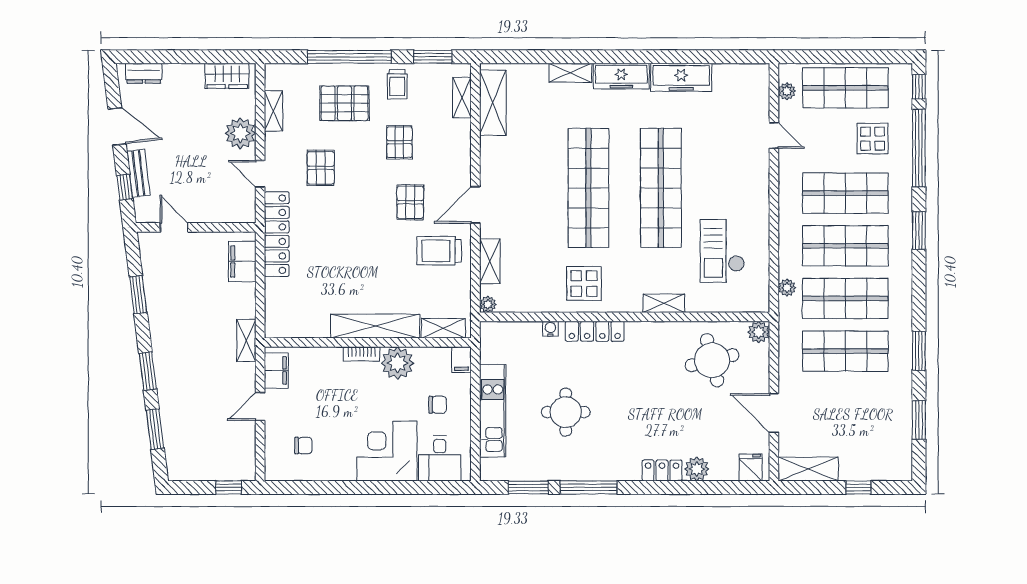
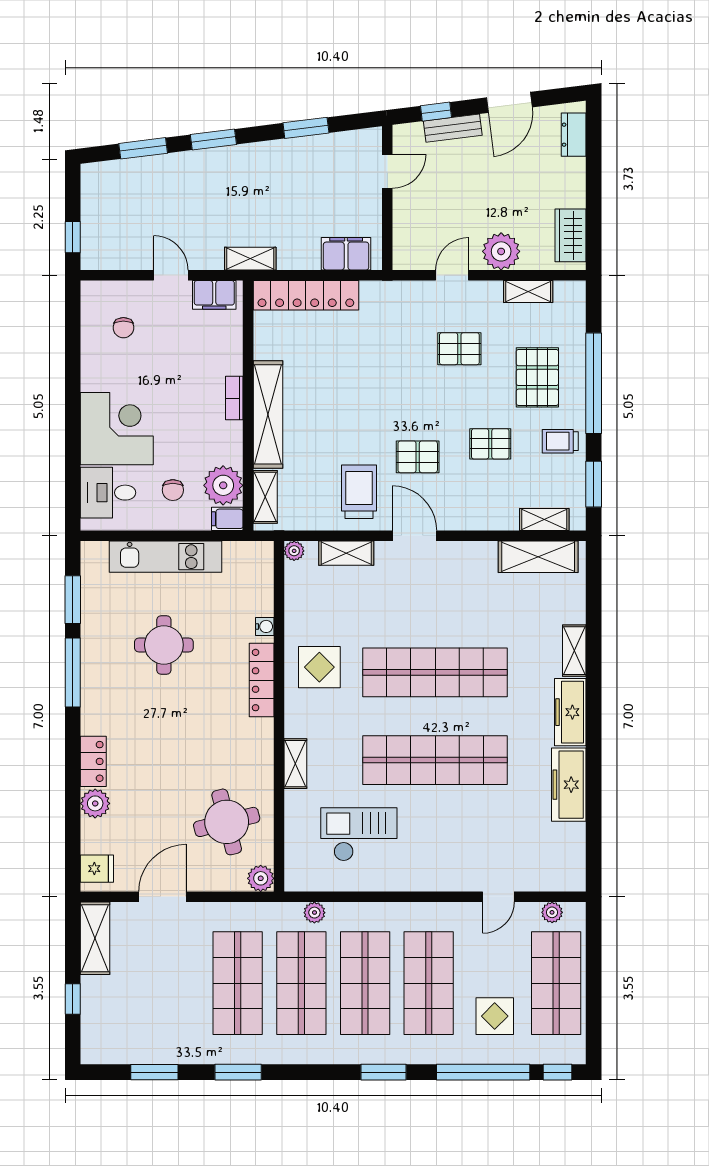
locker: (277, 234) -> (306, 295), moved
plant: (398, 363) -> (223, 485), moved

